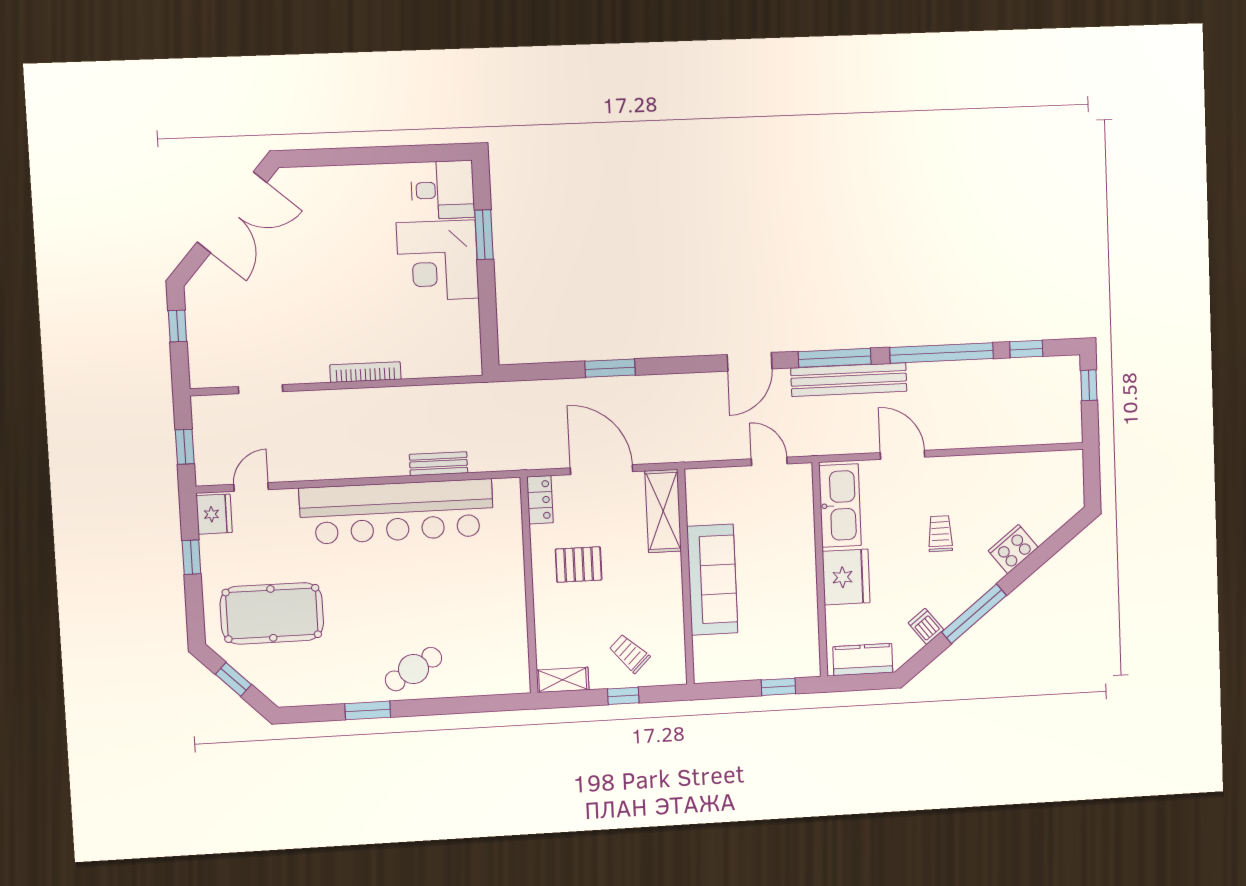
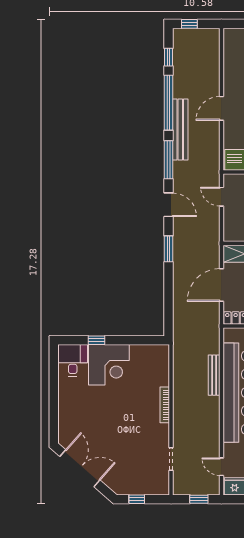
window: (484, 235) -> (97, 340), width x0.67
window: (610, 368) -> (169, 249), moved
bench: (849, 380) -> (180, 130), moved
door: (903, 455) -> (221, 108), moved
door: (769, 461) -> (221, 197), hinge flipped
bench: (439, 464) -> (214, 375), width x1.36

